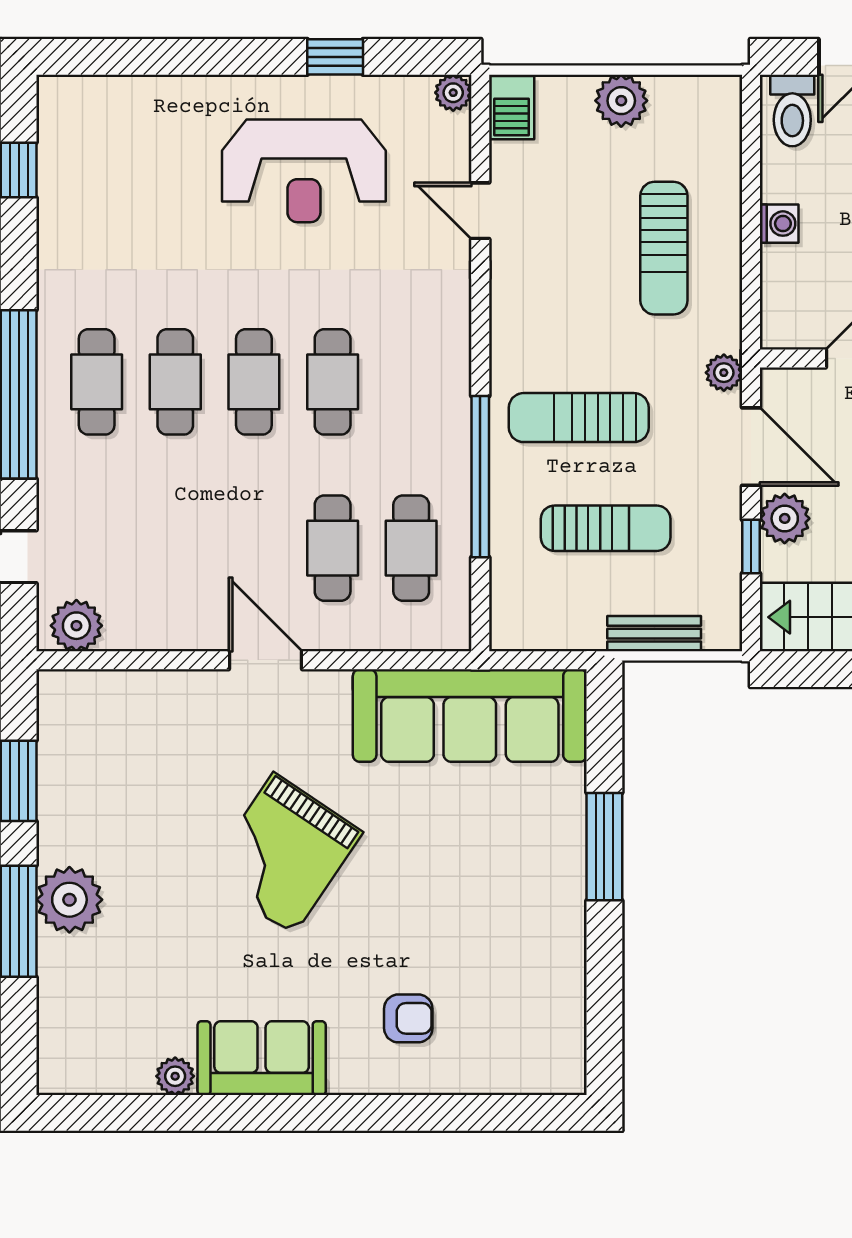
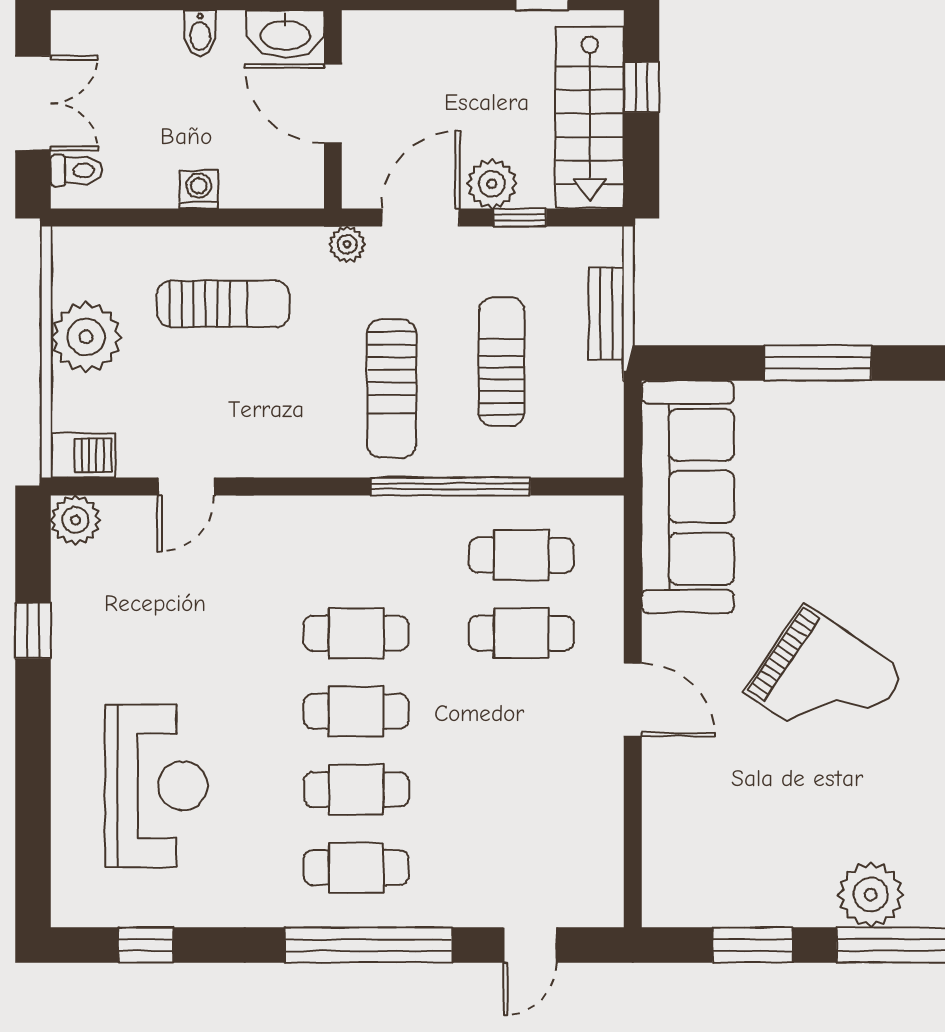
plant: (453, 93) -> (76, 520), width x1.38, depth x1.38
plant: (621, 101) -> (86, 337), width x1.36, depth x1.36
toilet: (792, 110) -> (76, 170), width x0.73, depth x0.72
reception desk: (304, 171) -> (156, 786), moved
plant: (76, 626) -> (598, 888), removed
door: (266, 660) -> (633, 700), swing flipped

